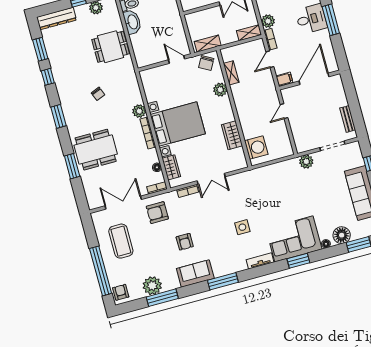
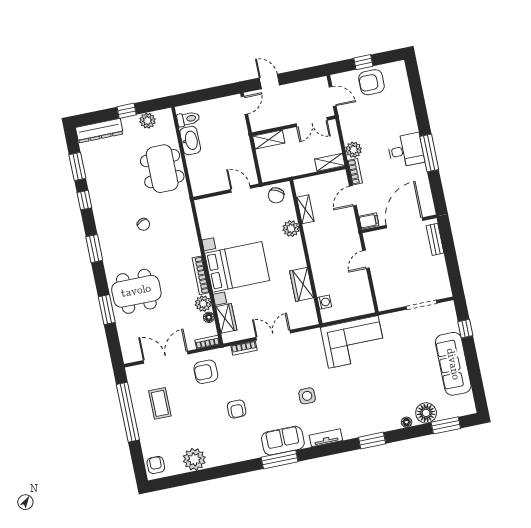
shelving: (208, 44) -> (269, 139), moved
dining table: (111, 47) -> (162, 169), width x1.38
plant: (139, 111) -> (203, 304), moved
bench: (348, 119) -> (435, 239), moved
washing machine: (256, 148) -> (324, 302), width x0.53, depth x0.53
plant: (306, 162) -> (389, 322), removed
double door: (211, 179) -> (273, 335), swing flipped
corner sofa: (294, 239) -> (353, 342), moved, turned 180
coffee table: (121, 241) -> (160, 403), width x0.73, depth x0.76
window: (101, 271) -> (128, 412), moved
sofa: (195, 274) -> (283, 441), moved
window: (162, 298) -> (205, 475), removed

